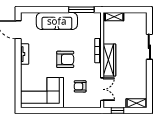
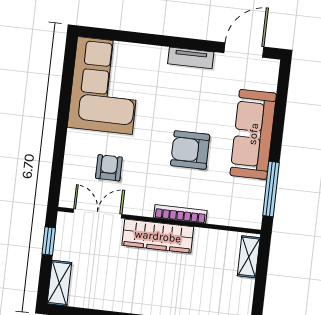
armchair: (65, 59) -> (190, 150), moved, turned 90
double door: (102, 89) -> (97, 214), swing flipped

